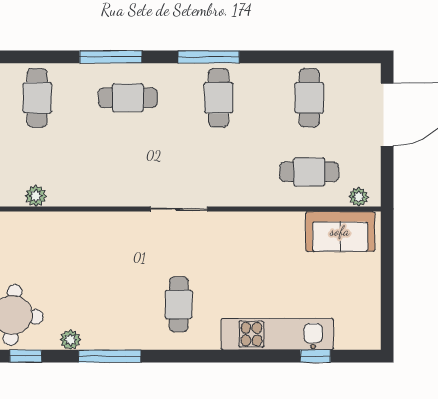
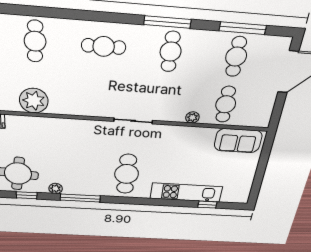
window: (111, 57) -> (243, 28), moved
cafe table: (309, 172) -> (226, 104), turned 90
plant: (36, 196) -> (34, 101), width x1.87, depth x1.87
plant: (359, 197) -> (192, 117), moved
cafe table: (179, 304) -> (127, 174), width x1.37, depth x1.35

